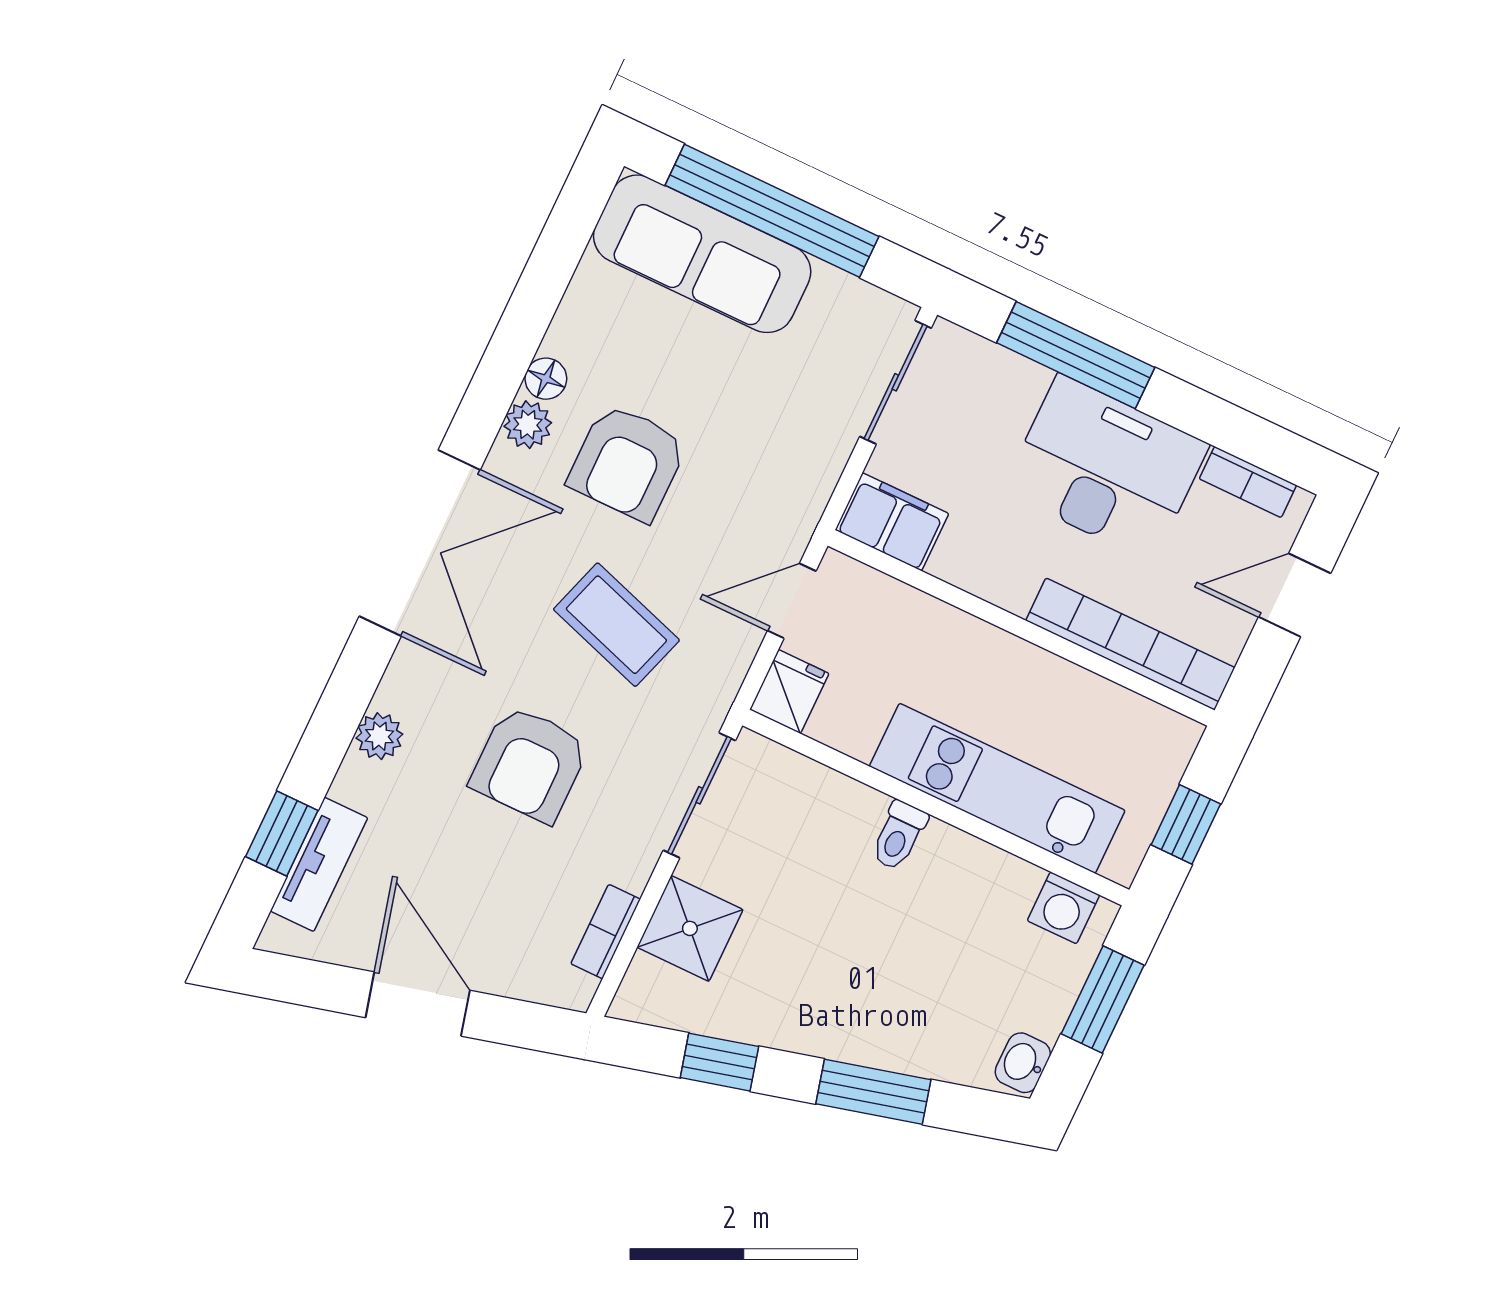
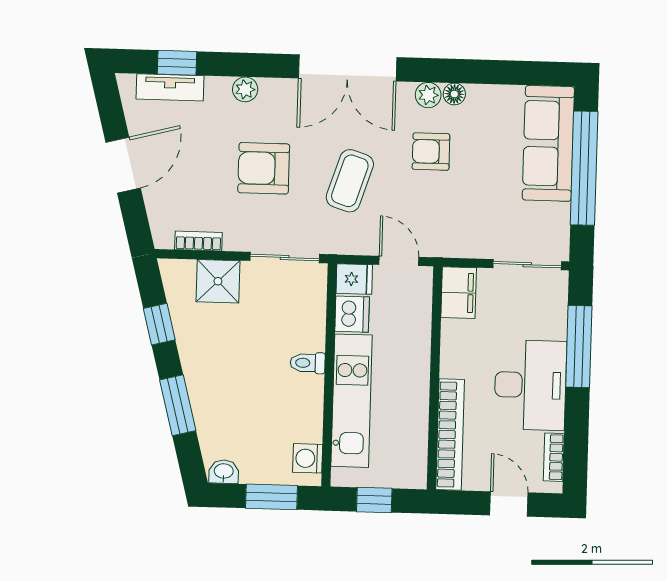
armchair: (627, 463) -> (431, 152), width x0.72, depth x0.72
dishwasher: (848, 722) -> (352, 314), added

